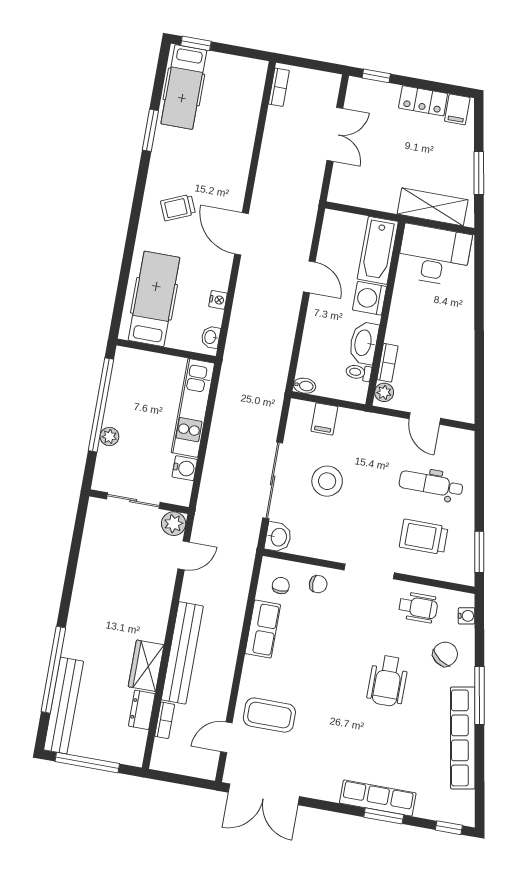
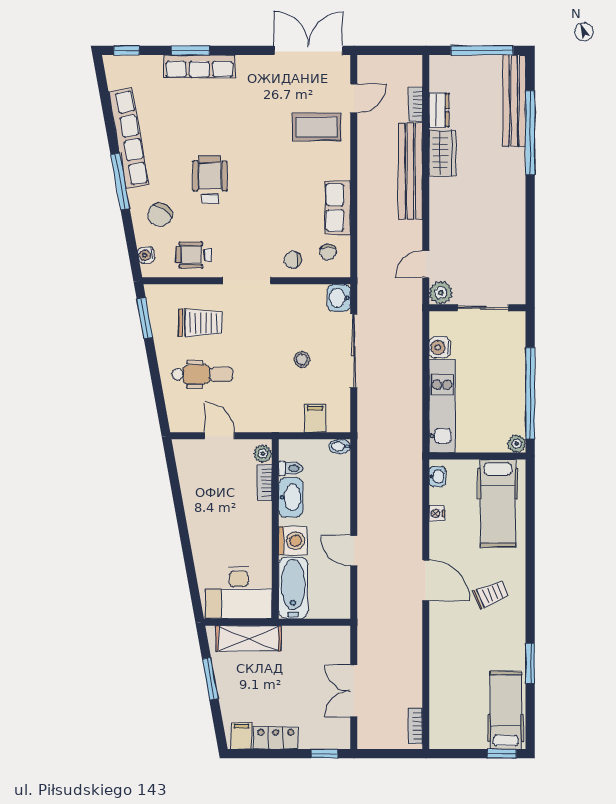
plant: (109, 437) -> (517, 444), moved
stool: (327, 481) -> (302, 359), width x0.53, depth x0.53

